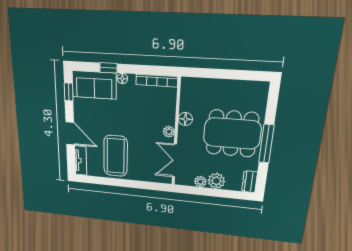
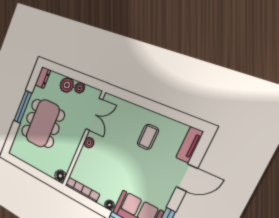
floor lamp: (185, 119) -> (60, 176), moved
door: (70, 133) -> (187, 178), swing flipped
dining table: (232, 134) -> (43, 123), turned 90
coffee table: (116, 156) -> (148, 137), width x0.54, depth x0.58

